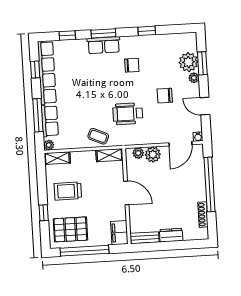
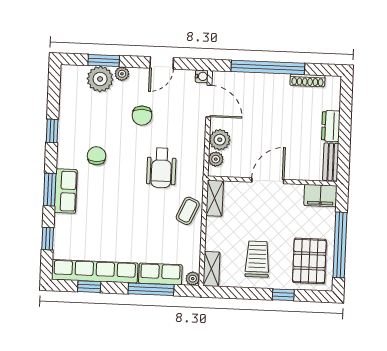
trolley: (68, 191) -> (257, 259), turned 180

